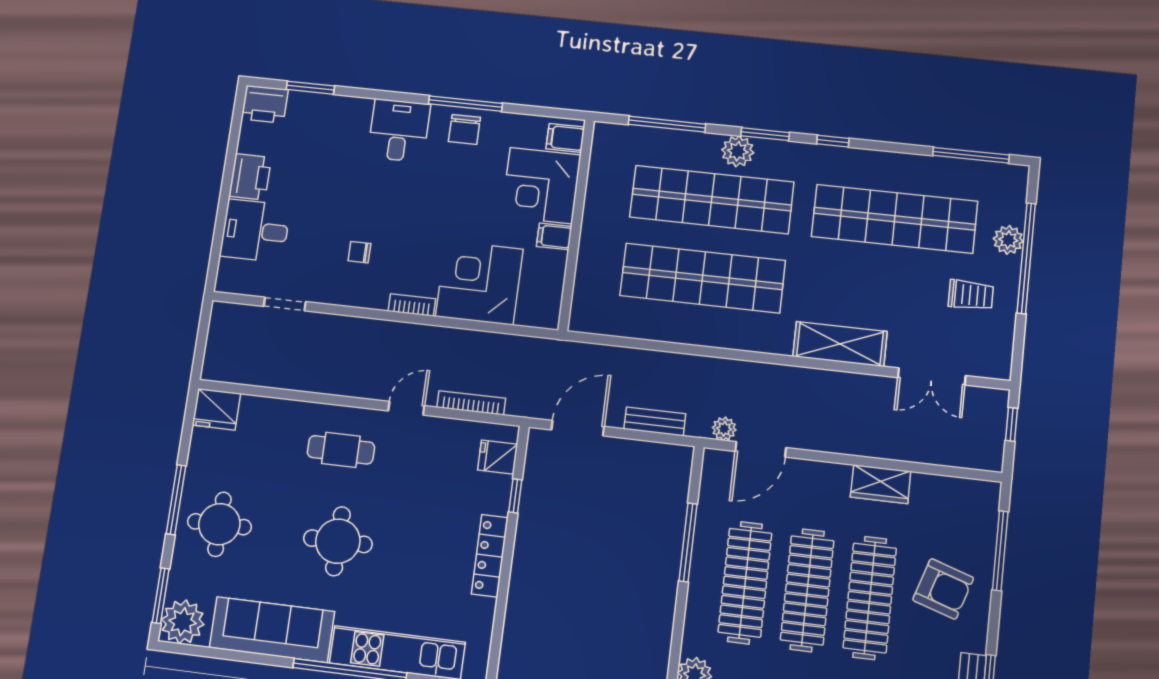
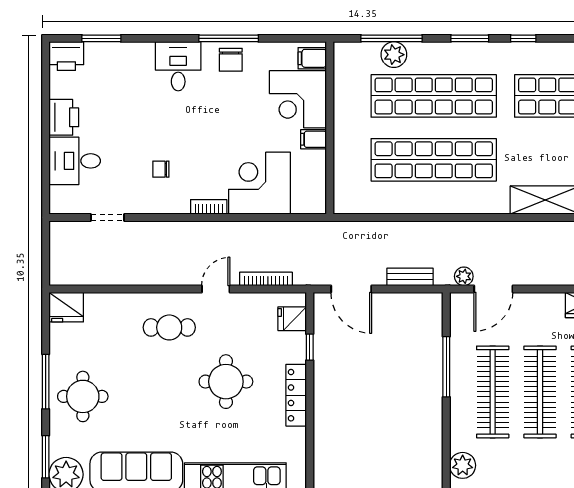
plant: (738, 151) -> (394, 55), moved
door: (578, 428) -> (351, 289), swing flipped
round table: (338, 541) -> (226, 382), moved

